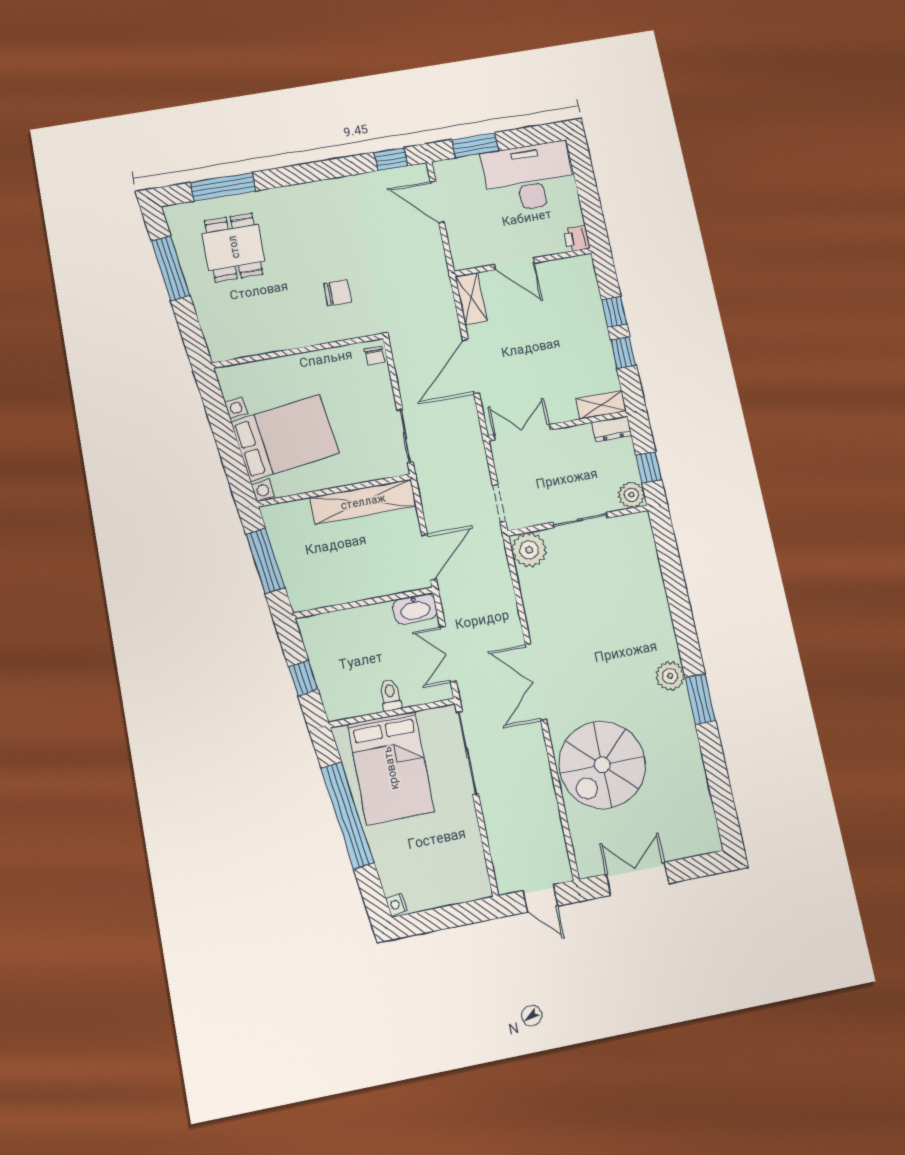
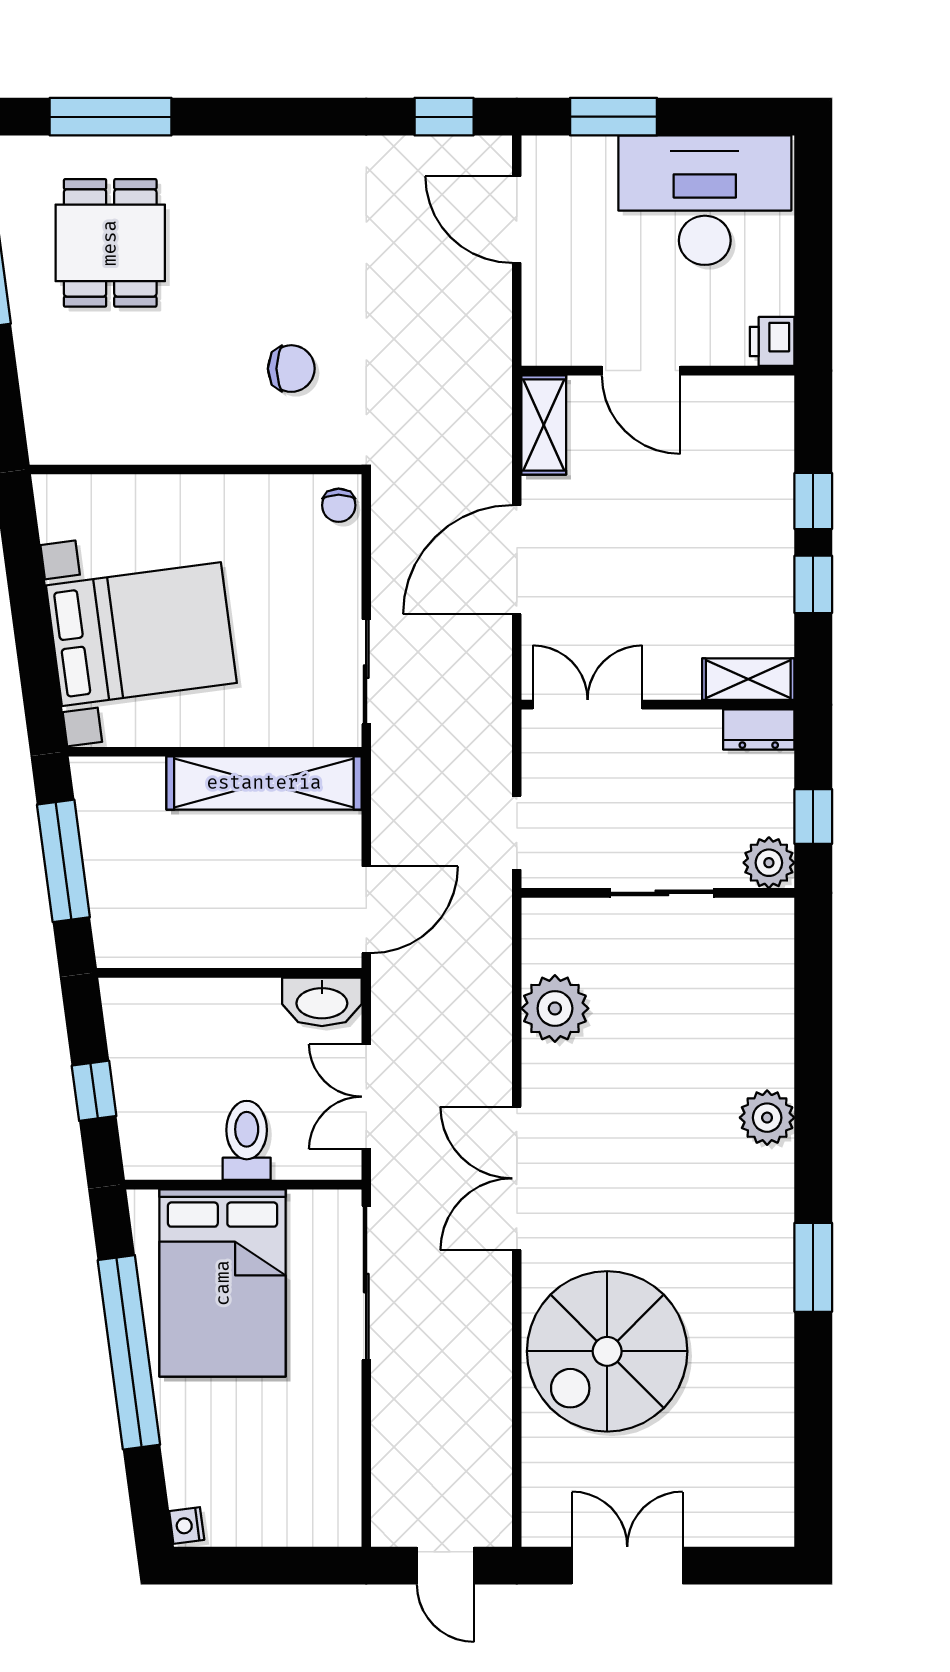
plant: (529, 550) -> (555, 1008), moved
plant: (670, 676) -> (767, 1118), moved
toilet: (390, 695) -> (247, 1140), width x1.37, depth x1.39

